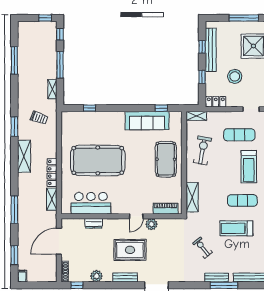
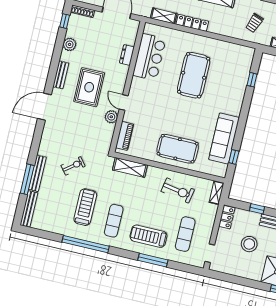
pool table: (98, 160) -> (194, 75), width x0.73, depth x0.76
bench: (217, 278) -> (37, 173), width x1.36

